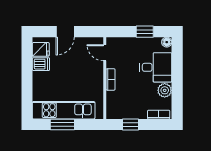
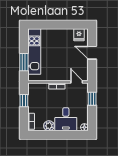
window: (145, 32) -> (92, 99), moved
door: (105, 53) -> (77, 82), hinge flipped
dishwasher: (41, 64) -> (68, 35), removed
window: (62, 124) -> (24, 62), moved

